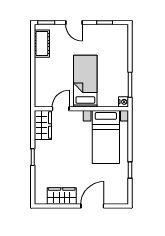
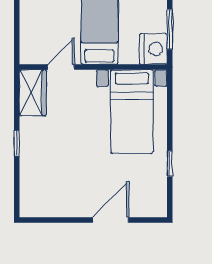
nightstand: (123, 102) -> (153, 49), width x1.89, depth x1.79
wardrobe: (62, 196) -> (62, 204), removed

